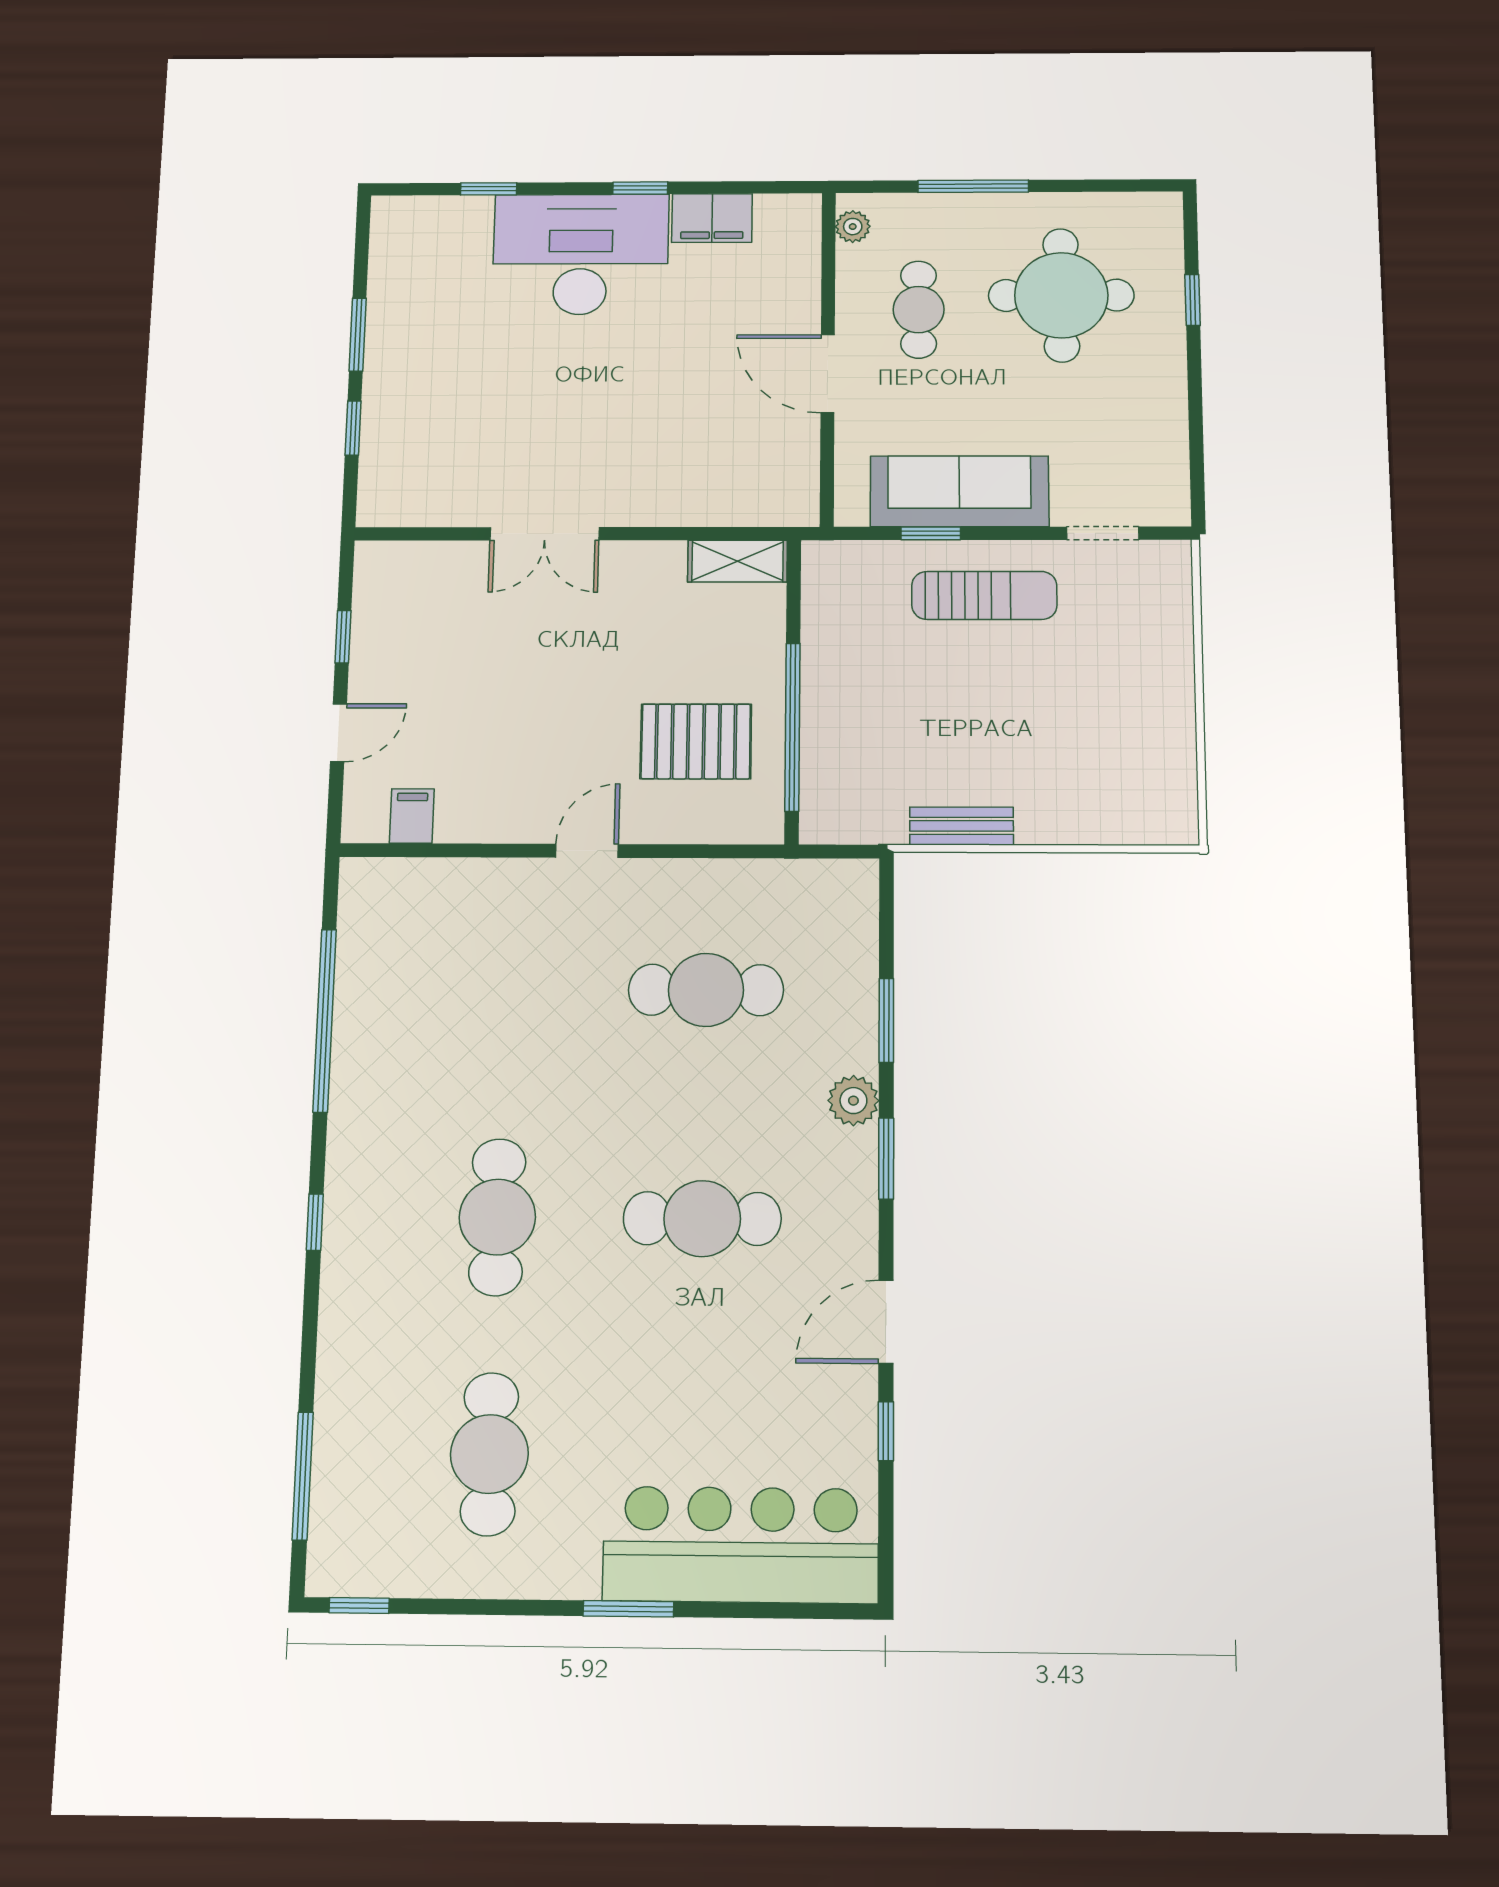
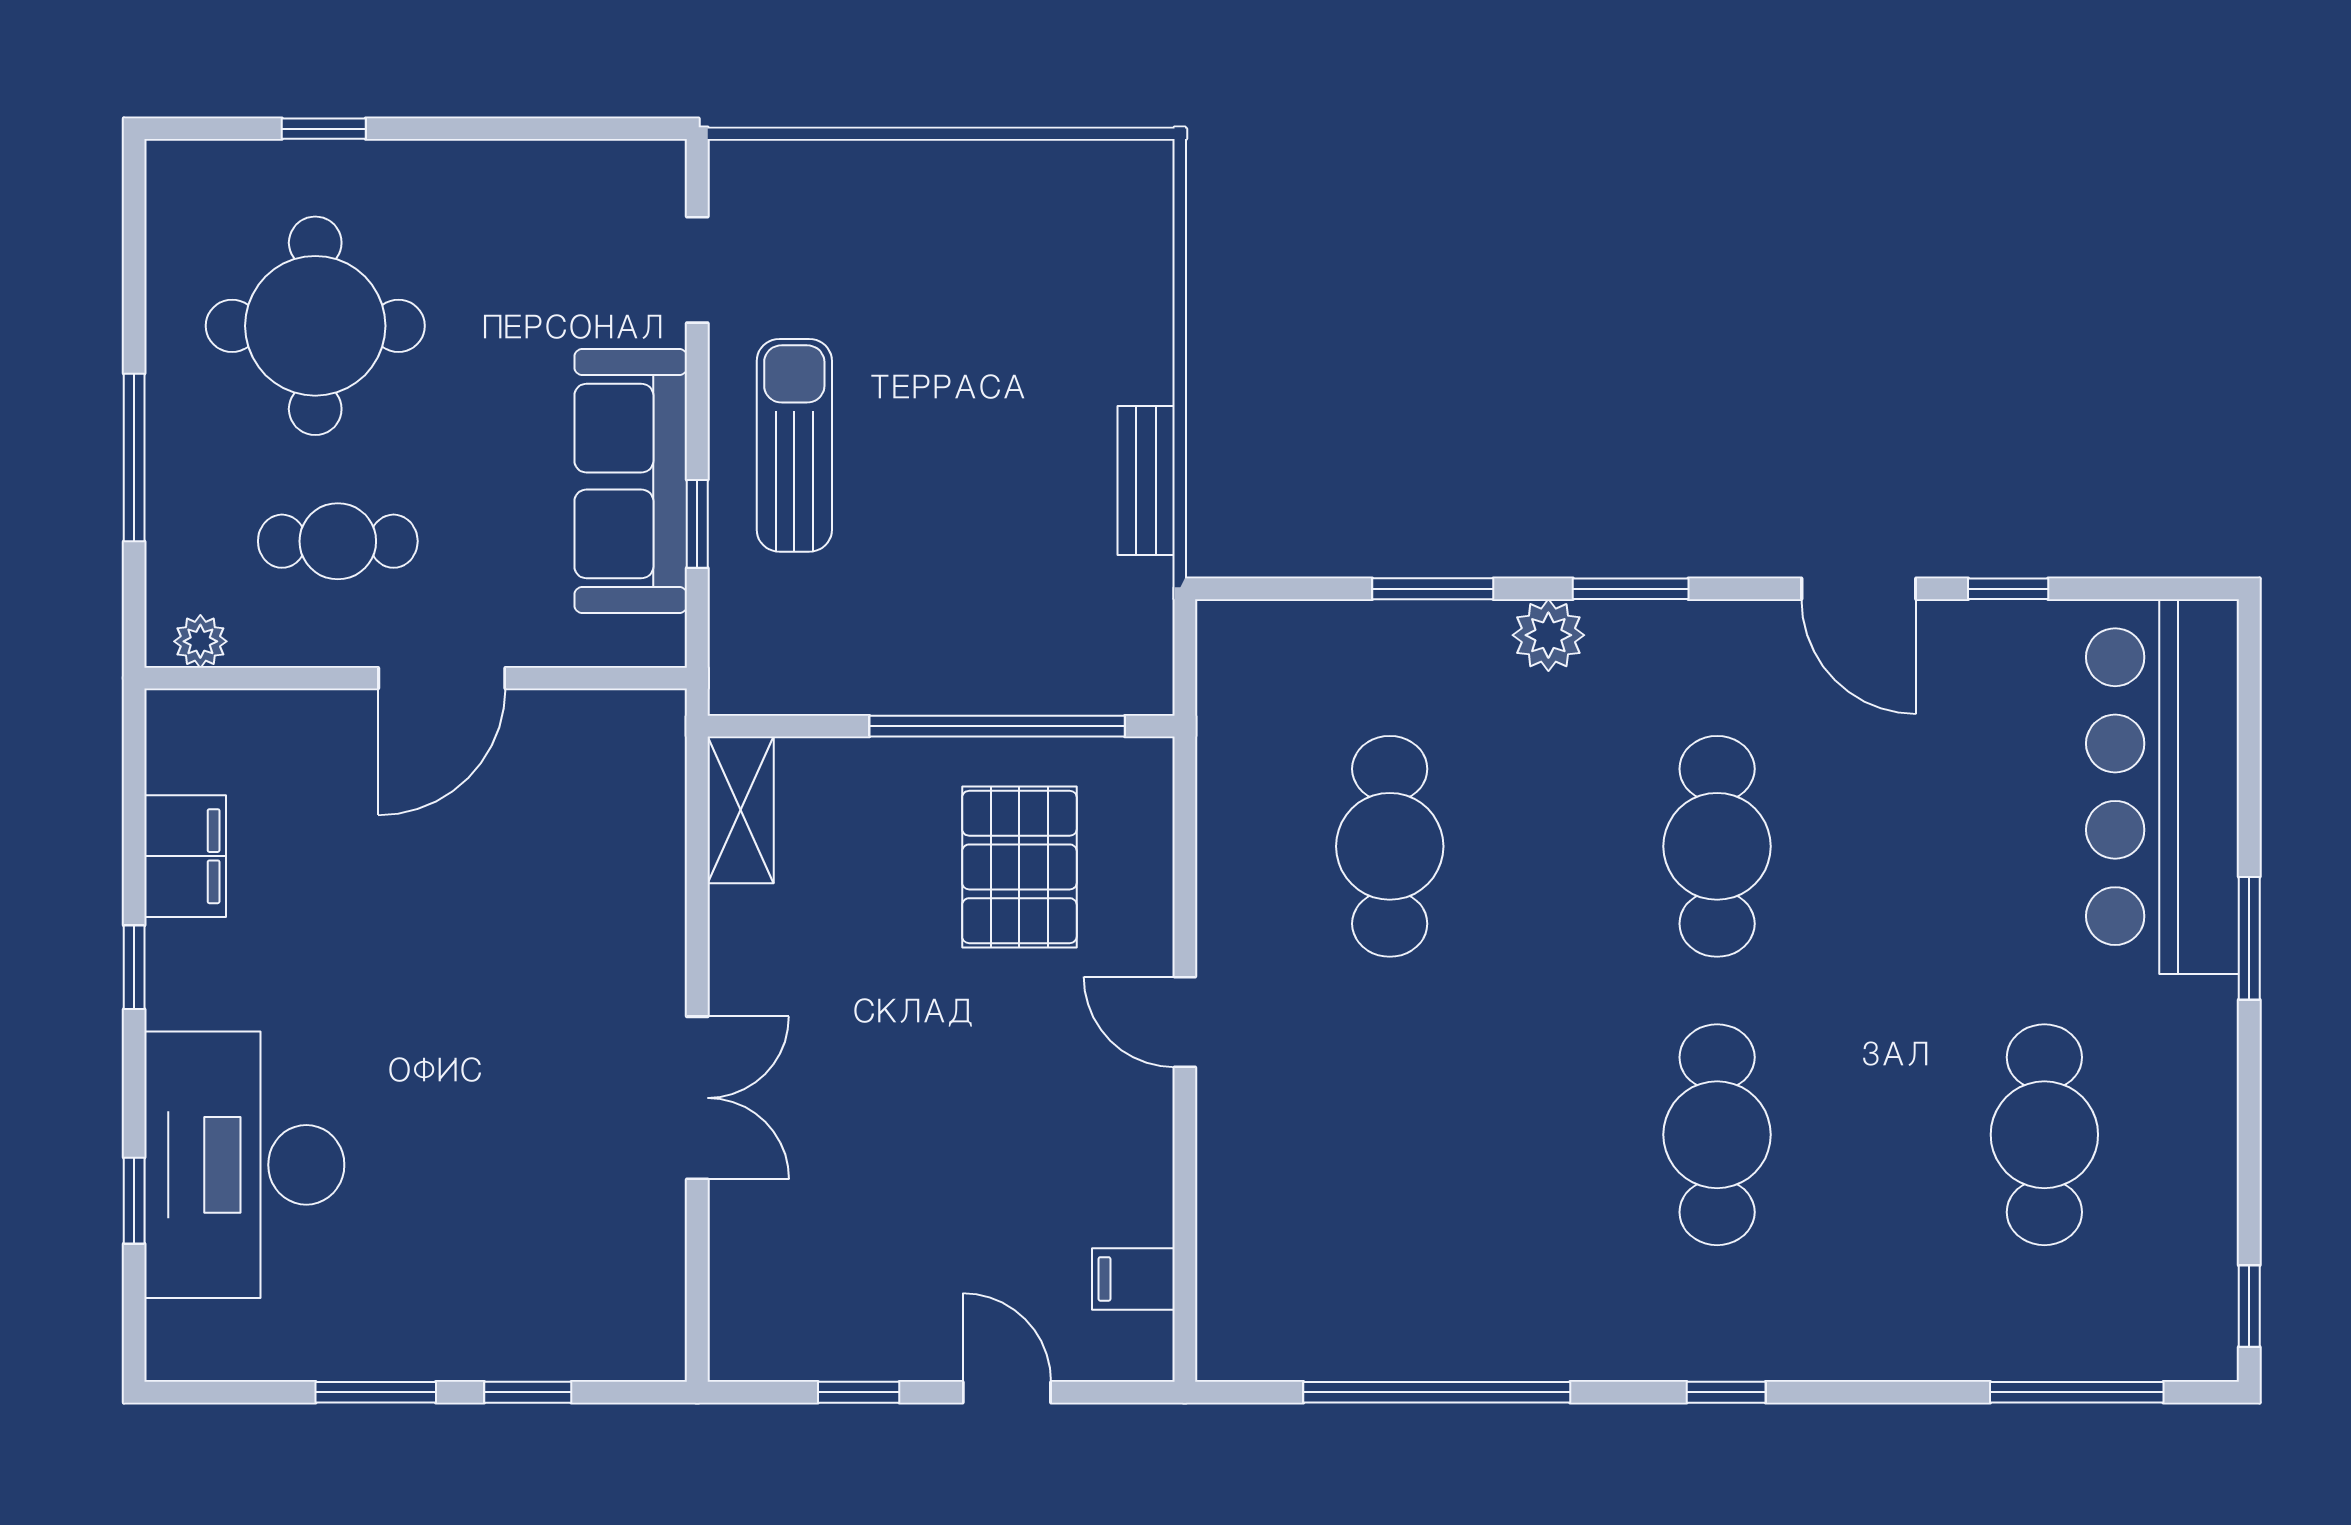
desk: (581, 254) -> (244, 1165), moved
cafe table: (497, 1217) -> (1717, 1135), turned 90
cafe table: (489, 1454) -> (2044, 1135), turned 90

